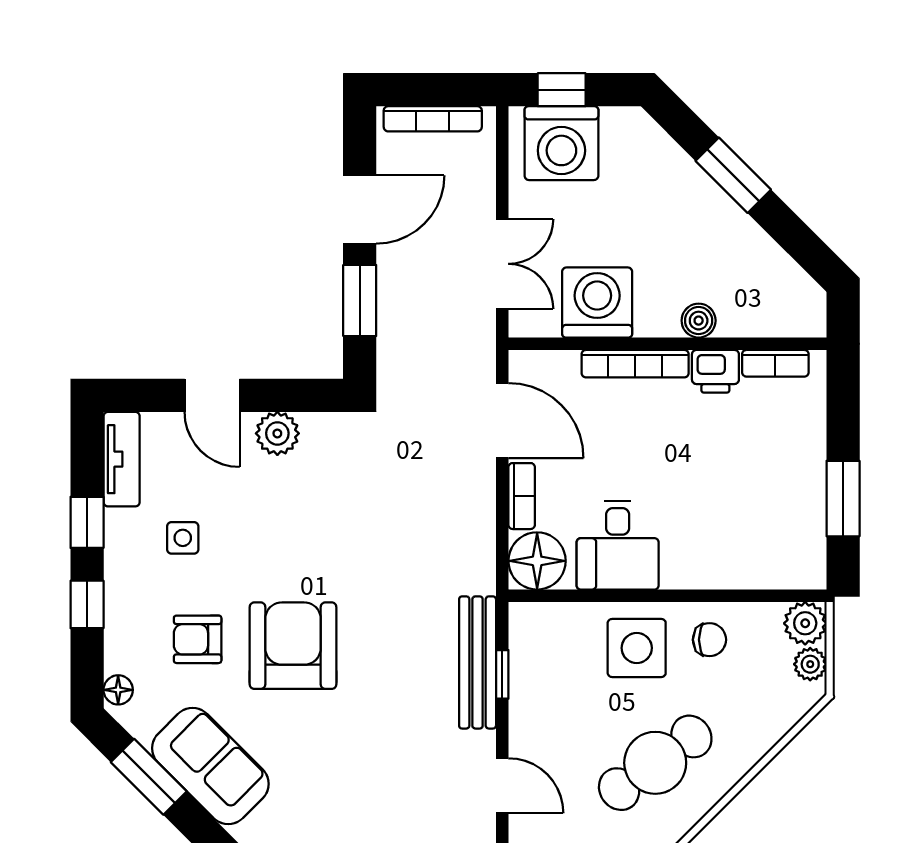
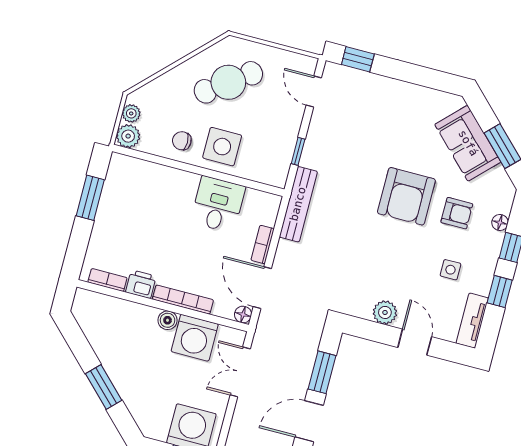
boiler: (699, 321) -> (168, 320), moved
floor lamp: (537, 561) -> (243, 314), moved, width x0.53, depth x0.53
bench: (478, 662) -> (298, 204), moved
floor lamp: (118, 690) -> (500, 222), moved

